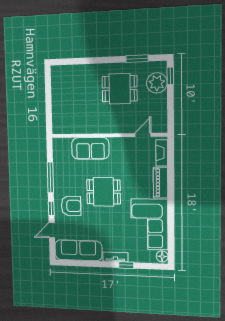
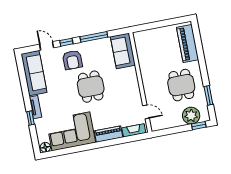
piano: (74, 74) -> (188, 43), added
sofa: (90, 148) -> (123, 51), moved

